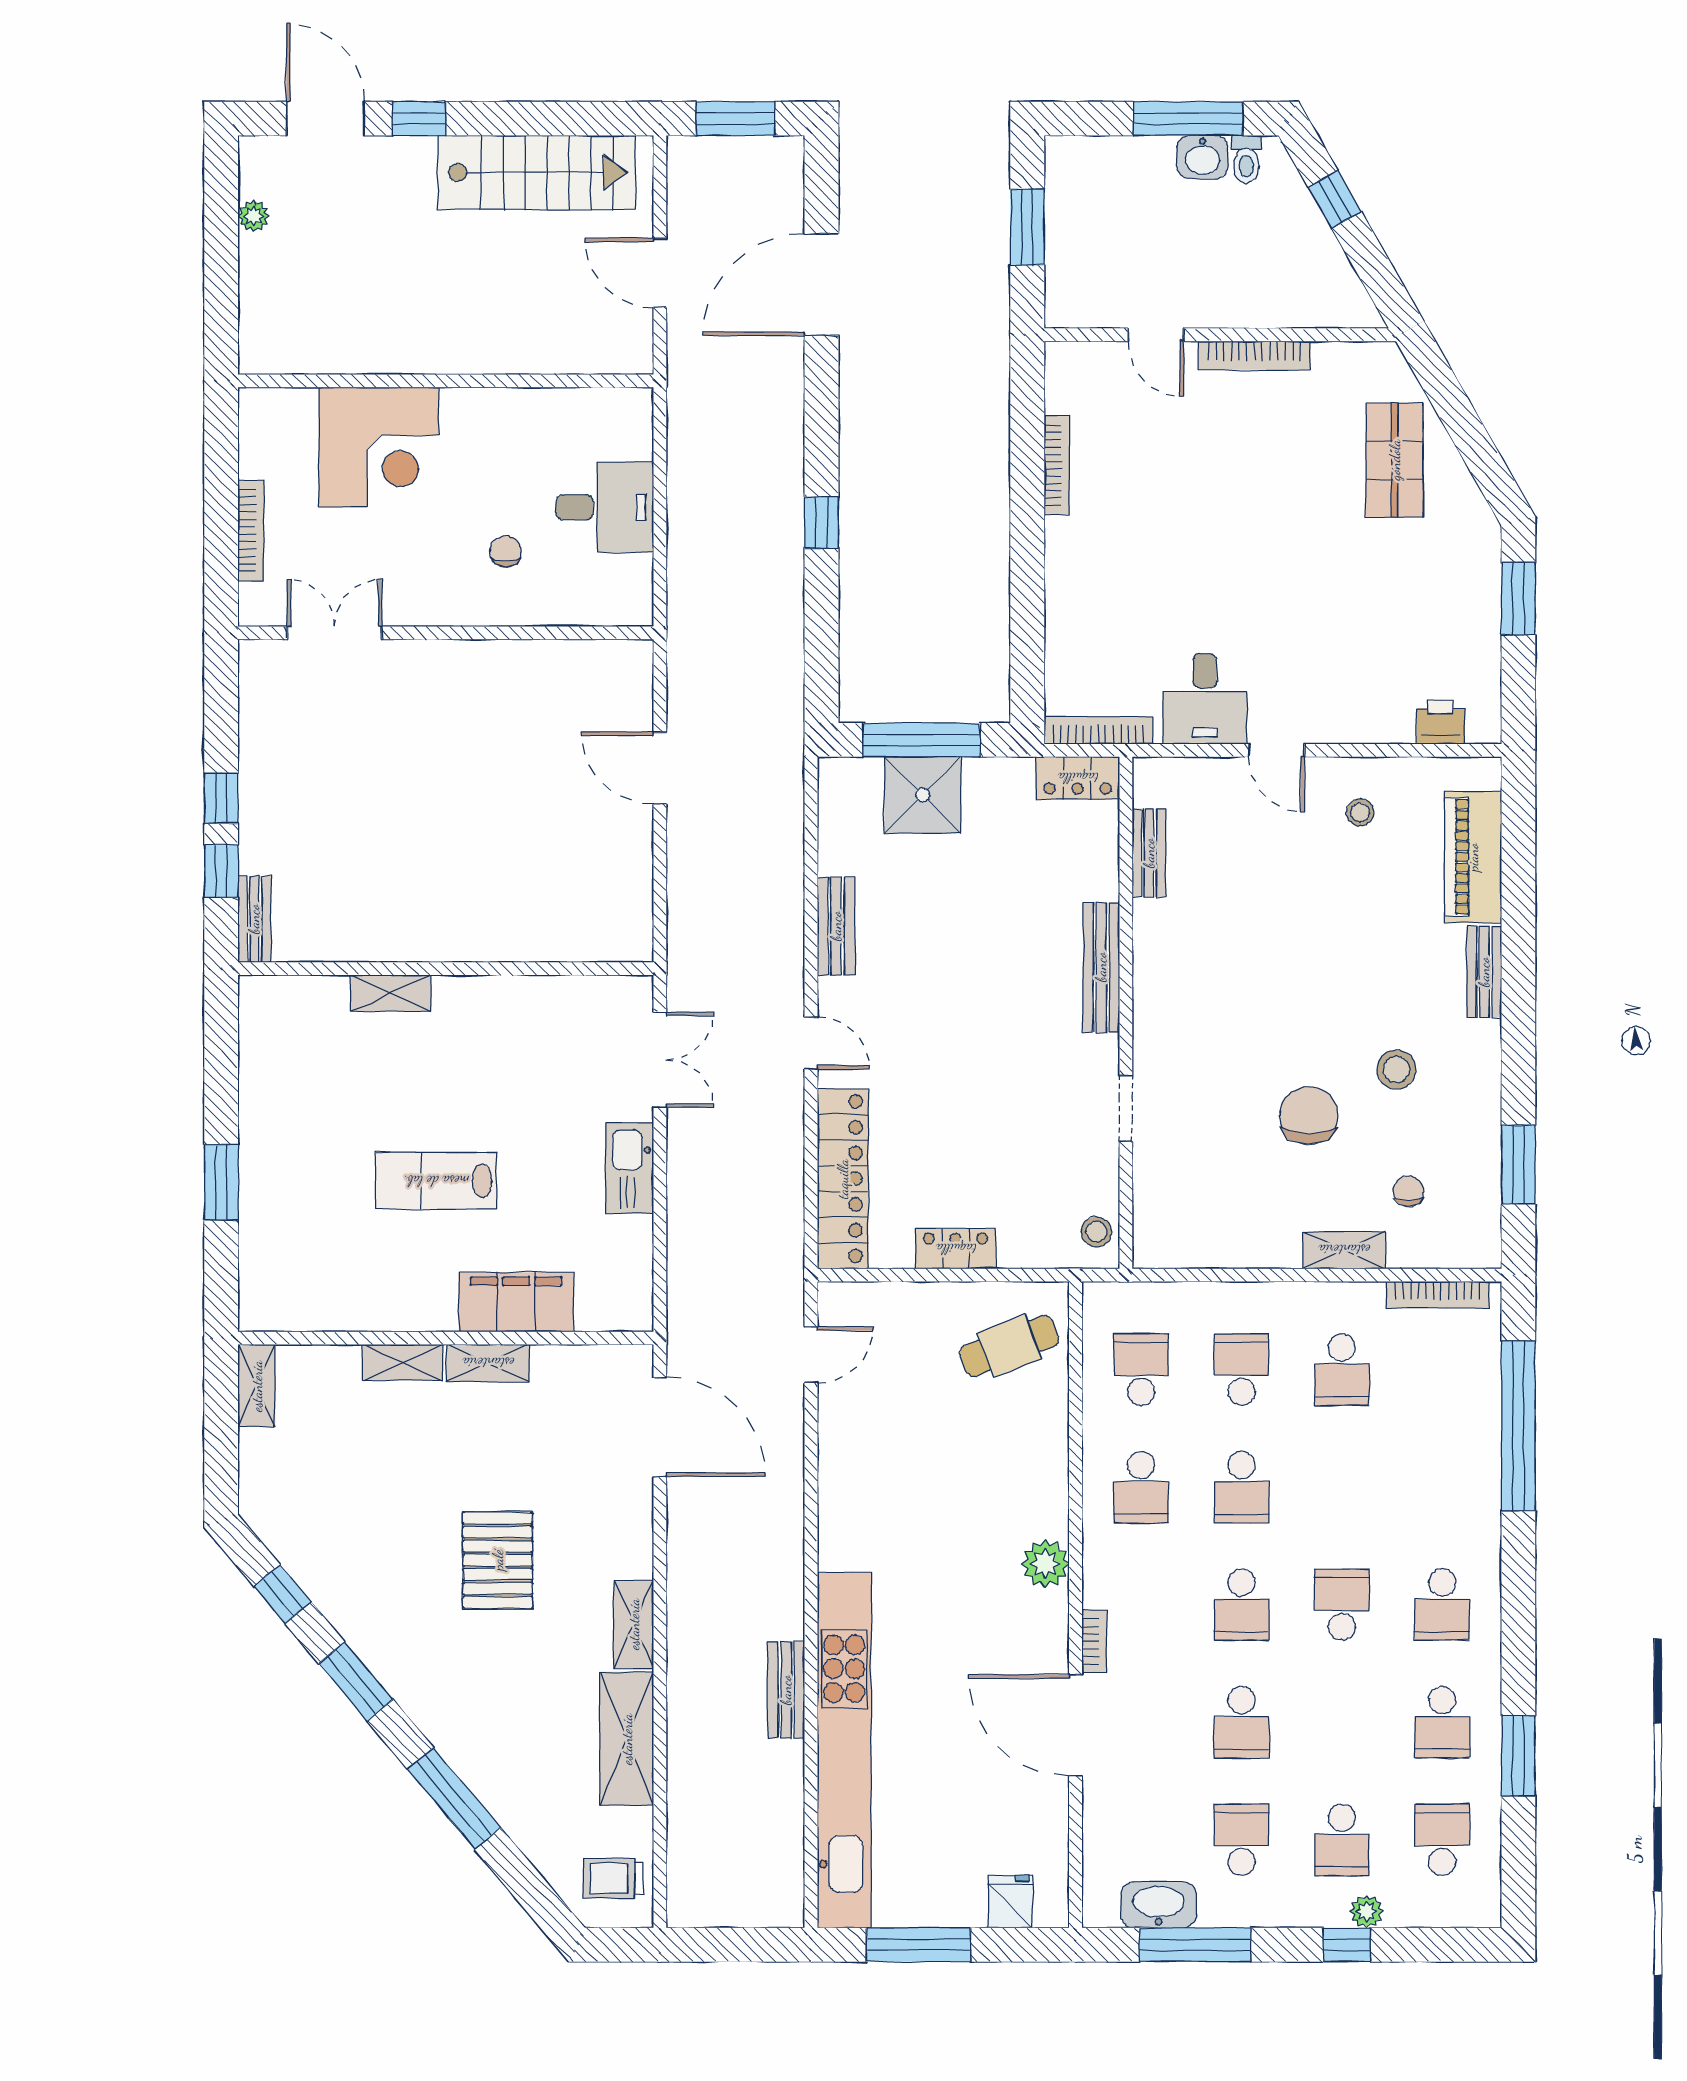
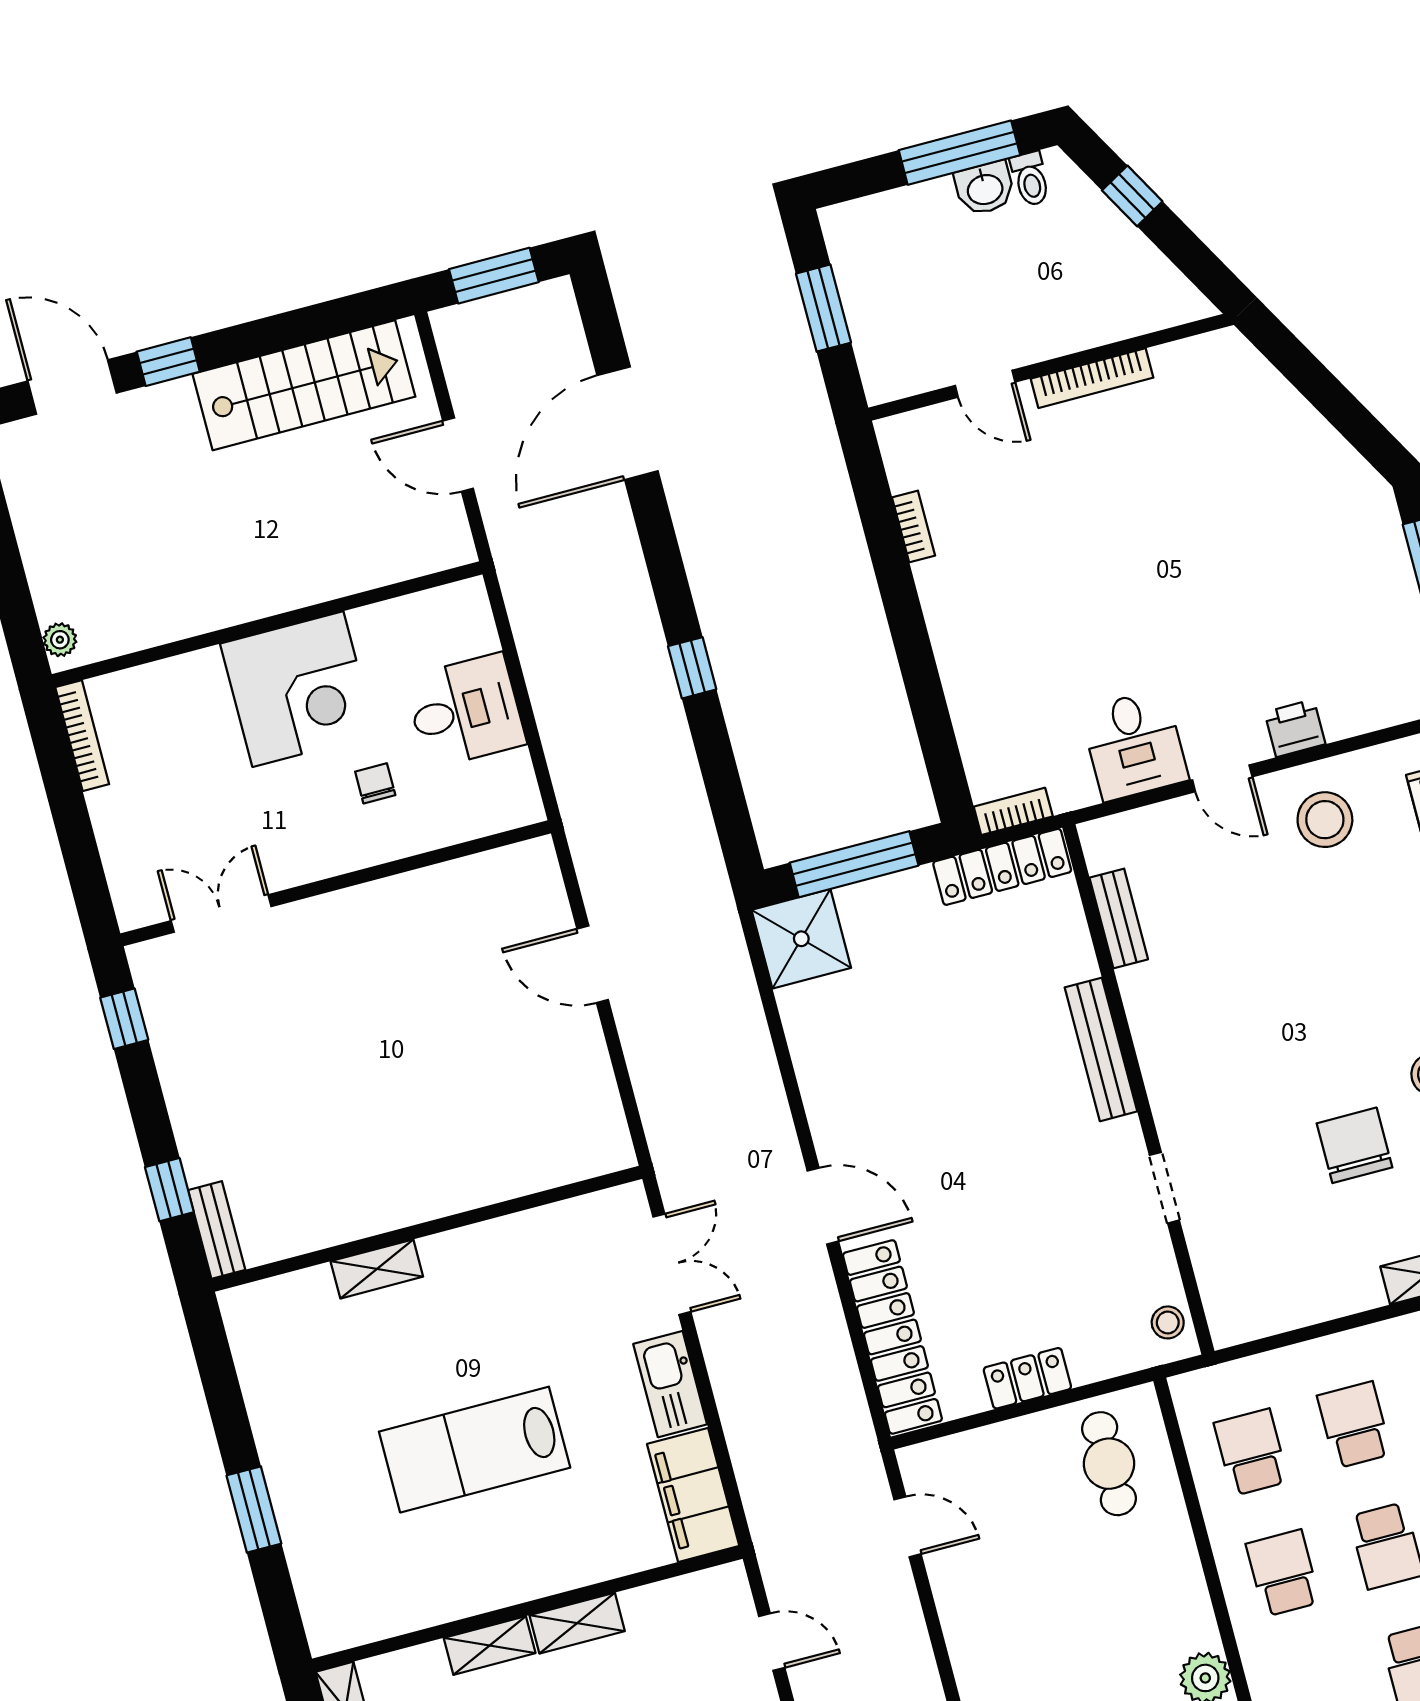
plant: (254, 216) -> (60, 640), moved
corner desk: (379, 447) -> (298, 689), moved
shop shelf: (1395, 460) -> (1265, 448), removed
bookcase: (1057, 465) -> (914, 527), width x0.64
bookcase: (251, 531) -> (82, 736), moved
printer: (1441, 722) -> (1295, 728), moved
bookcase: (1098, 730) -> (1013, 811), width x0.64
locker: (1078, 778) -> (1002, 867), width x1.53
shower: (923, 795) -> (801, 939), moved
window: (221, 798) -> (124, 1019), moved
stool: (1360, 812) -> (1325, 820), width x1.89, depth x1.89
bench: (836, 926) -> (817, 1079), removed
door: (811, 1043) -> (823, 1206), width x1.38
lab bench: (436, 1181) -> (475, 1450), width x1.36, depth x1.39
filing cabinet: (516, 1302) -> (693, 1495), moved, turned -90
cafe table: (1009, 1346) -> (1109, 1464), turned -69
door: (811, 1355) -> (908, 1527), hinge flipped
door: (660, 1427) -> (772, 1642), width x0.53
school desk: (1141, 1487) -> (1283, 1573), turned 180

